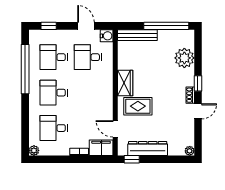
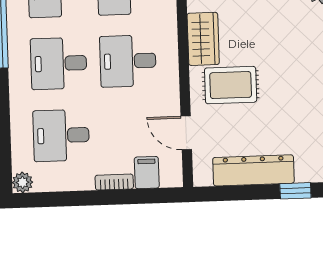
desk: (88, 93) -> (128, 61), added
filing cabinet: (101, 148) -> (147, 173), width x0.50
window: (132, 159) -> (295, 191), moved

